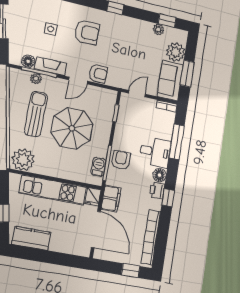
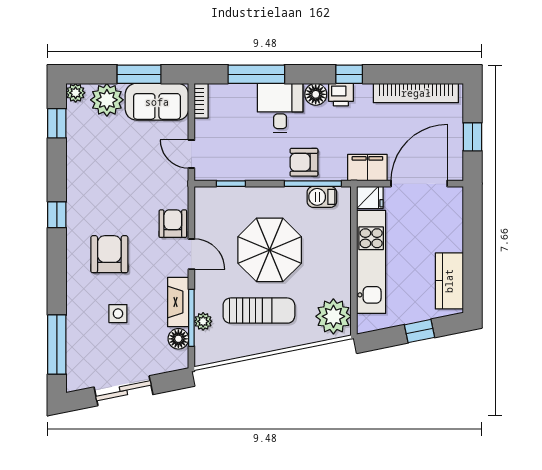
plant: (158, 29) -> (76, 93), moved
sun lounger: (36, 114) -> (259, 311), turned 180
window: (131, 271) -> (472, 137), moved

